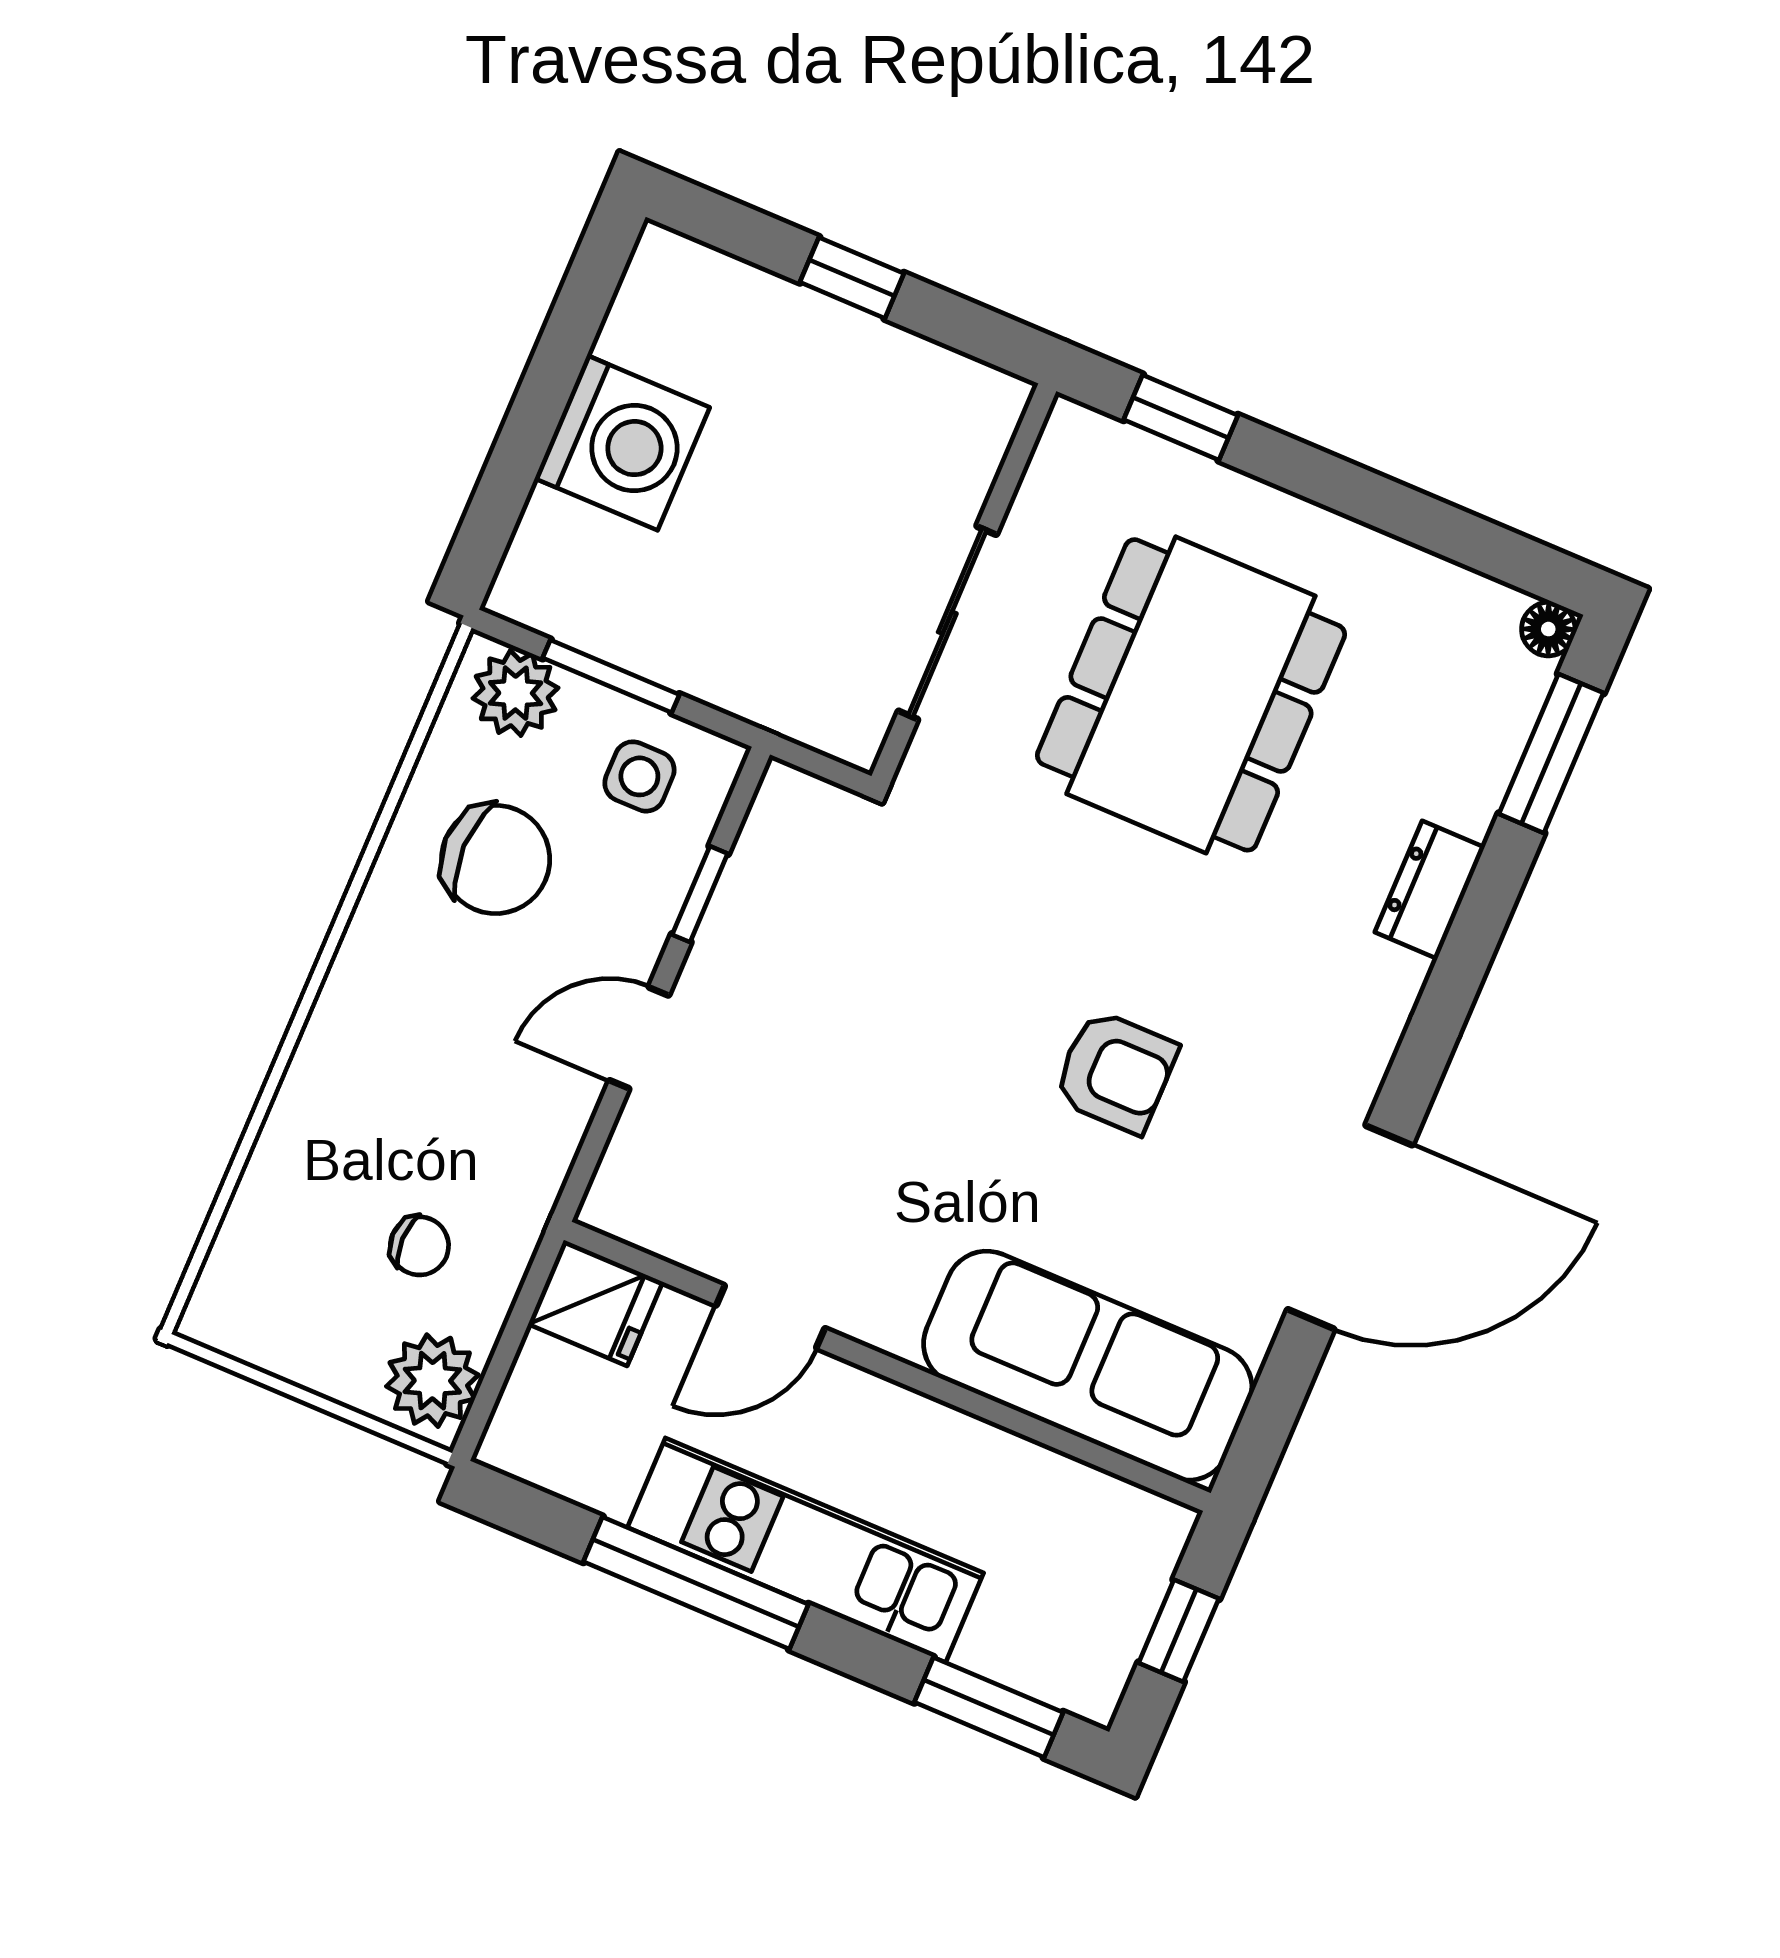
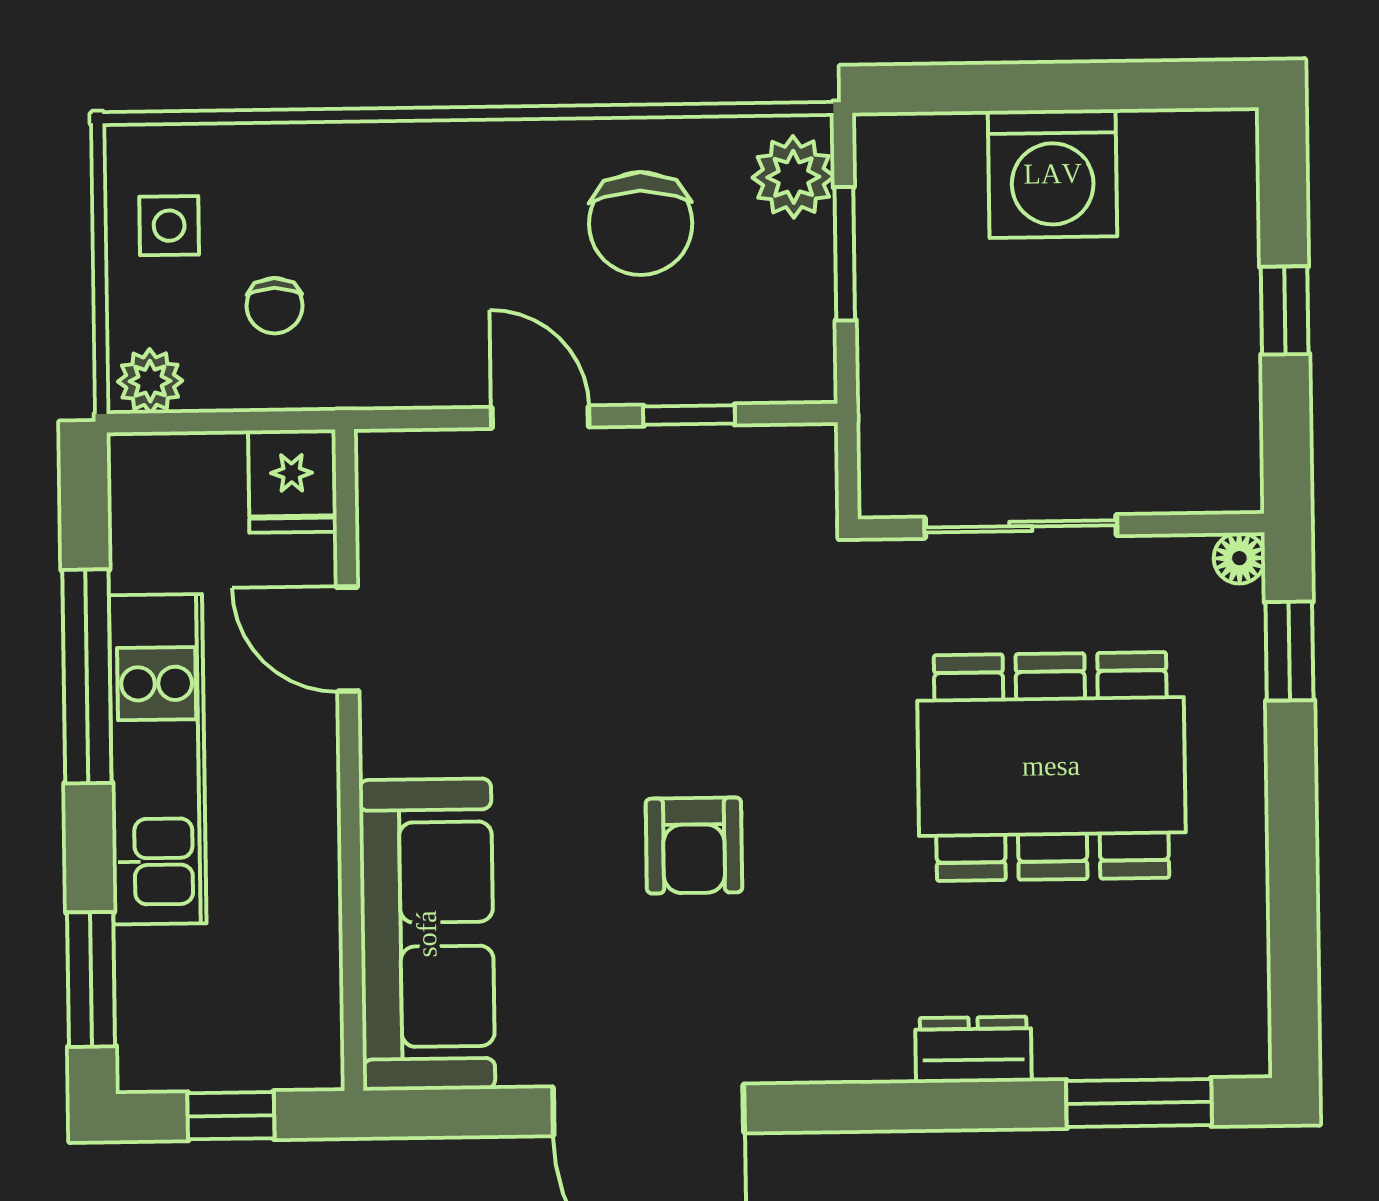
floor lamp: (1548, 629) -> (1239, 558), moved
side table: (639, 776) -> (169, 226), moved
plant: (432, 1381) -> (150, 381), width x0.73, depth x0.73

